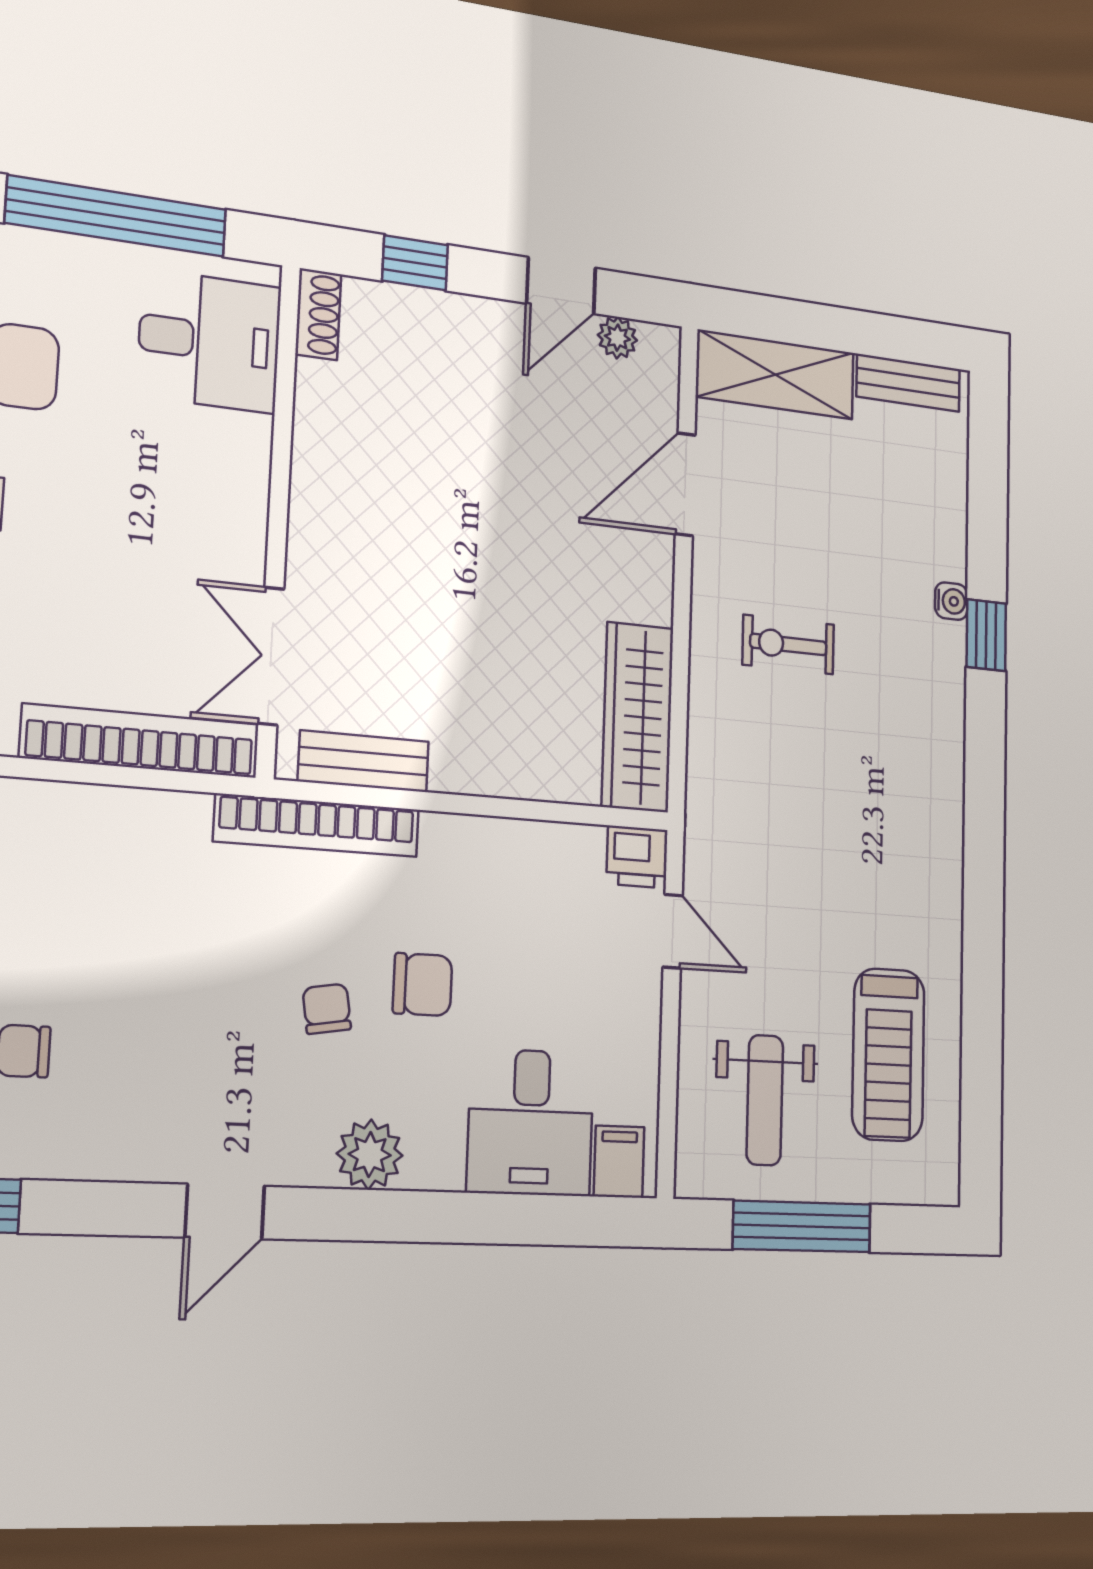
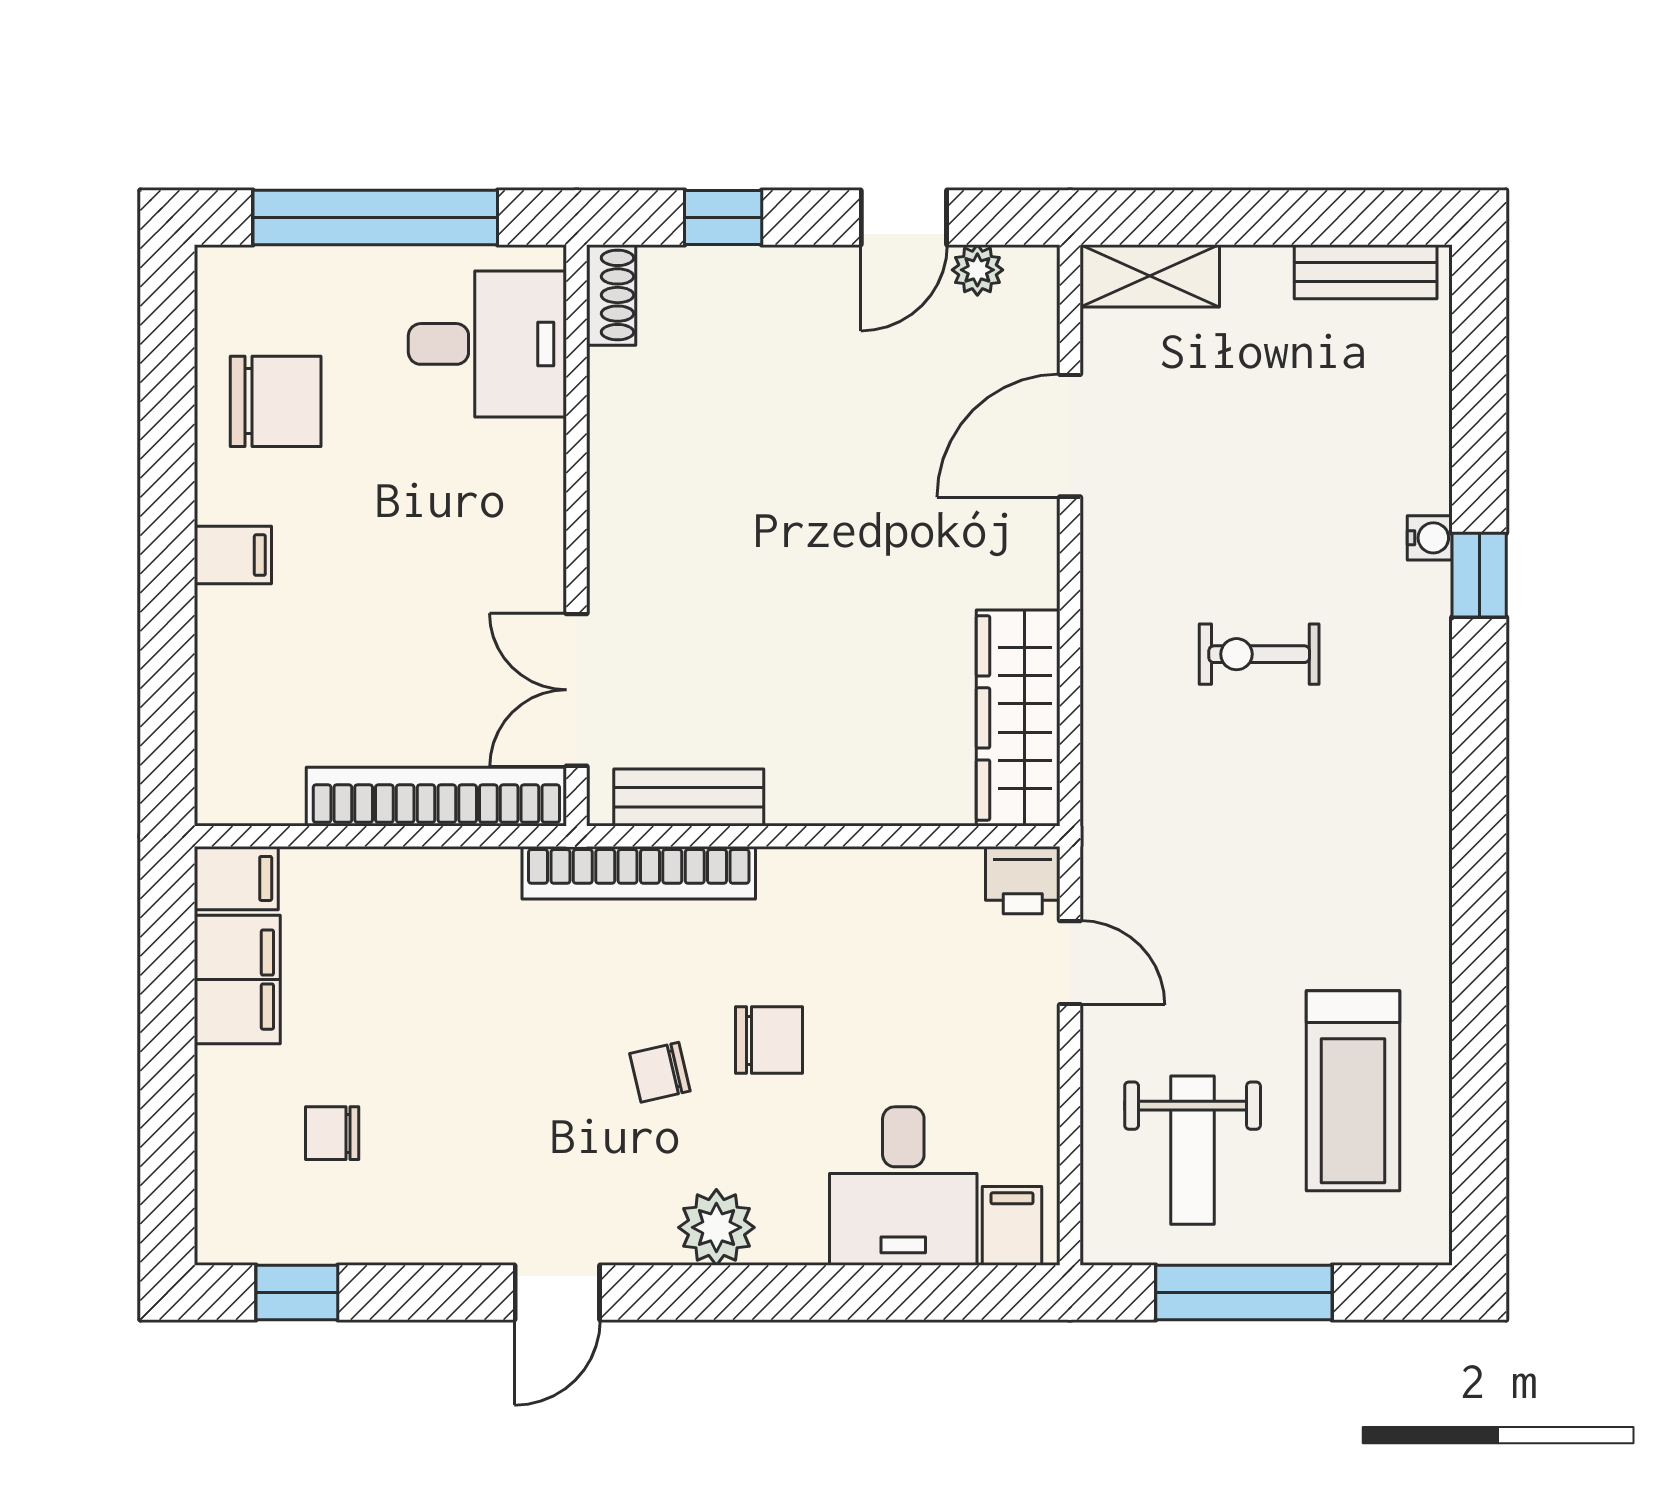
shelving: (775, 375) -> (1150, 276), width x0.67, depth x0.75
exercise bike: (788, 645) -> (1259, 654), moved
chair: (327, 1009) -> (660, 1072), turned -94

